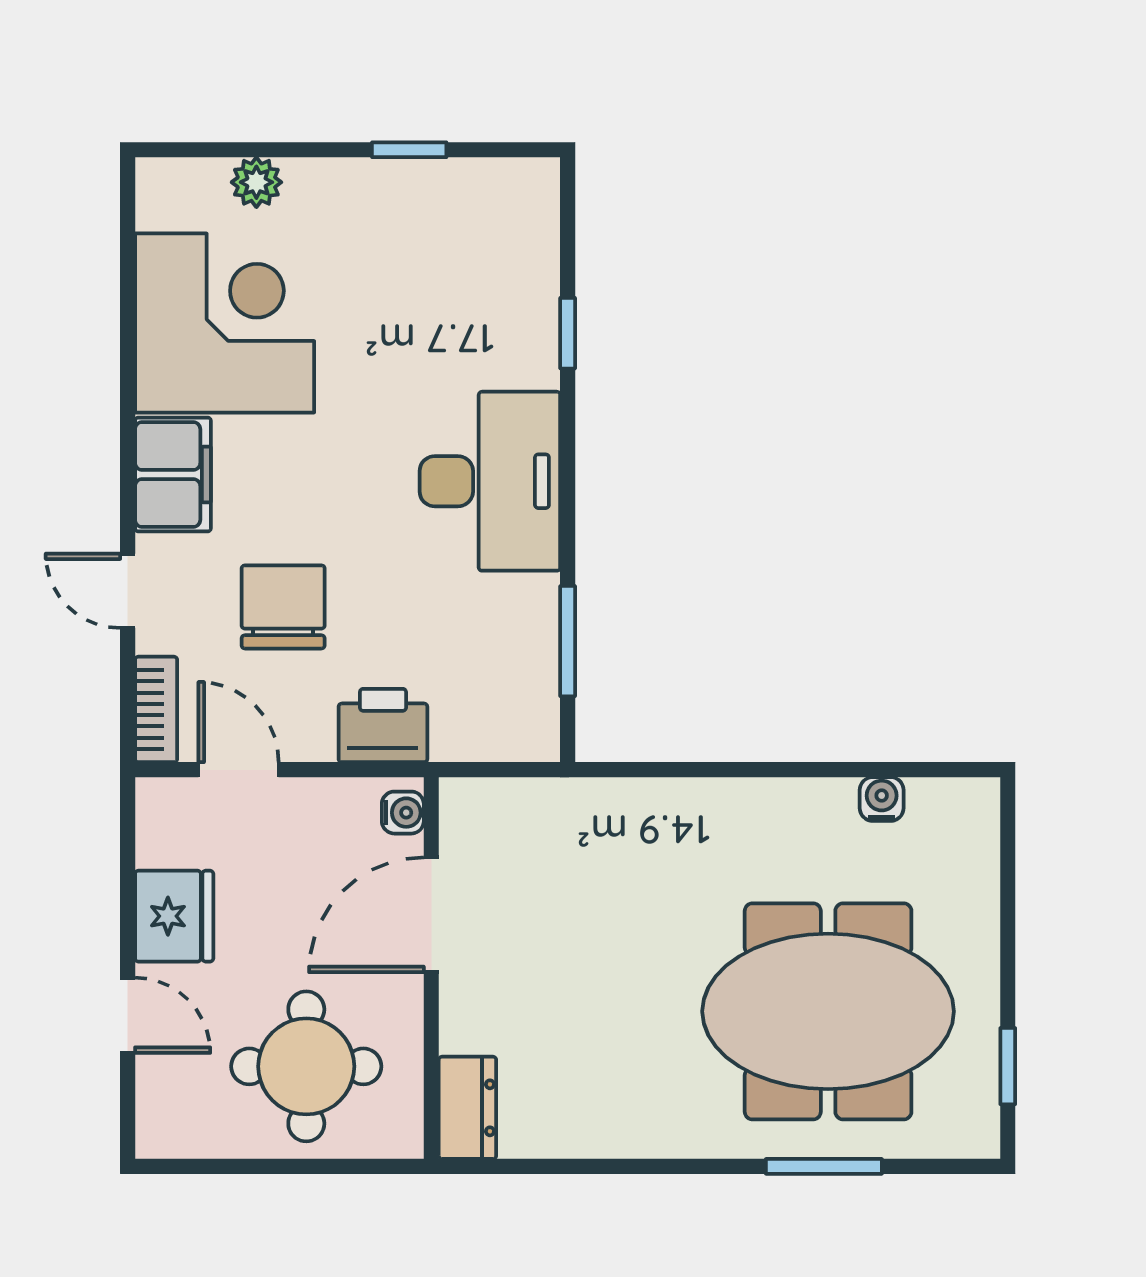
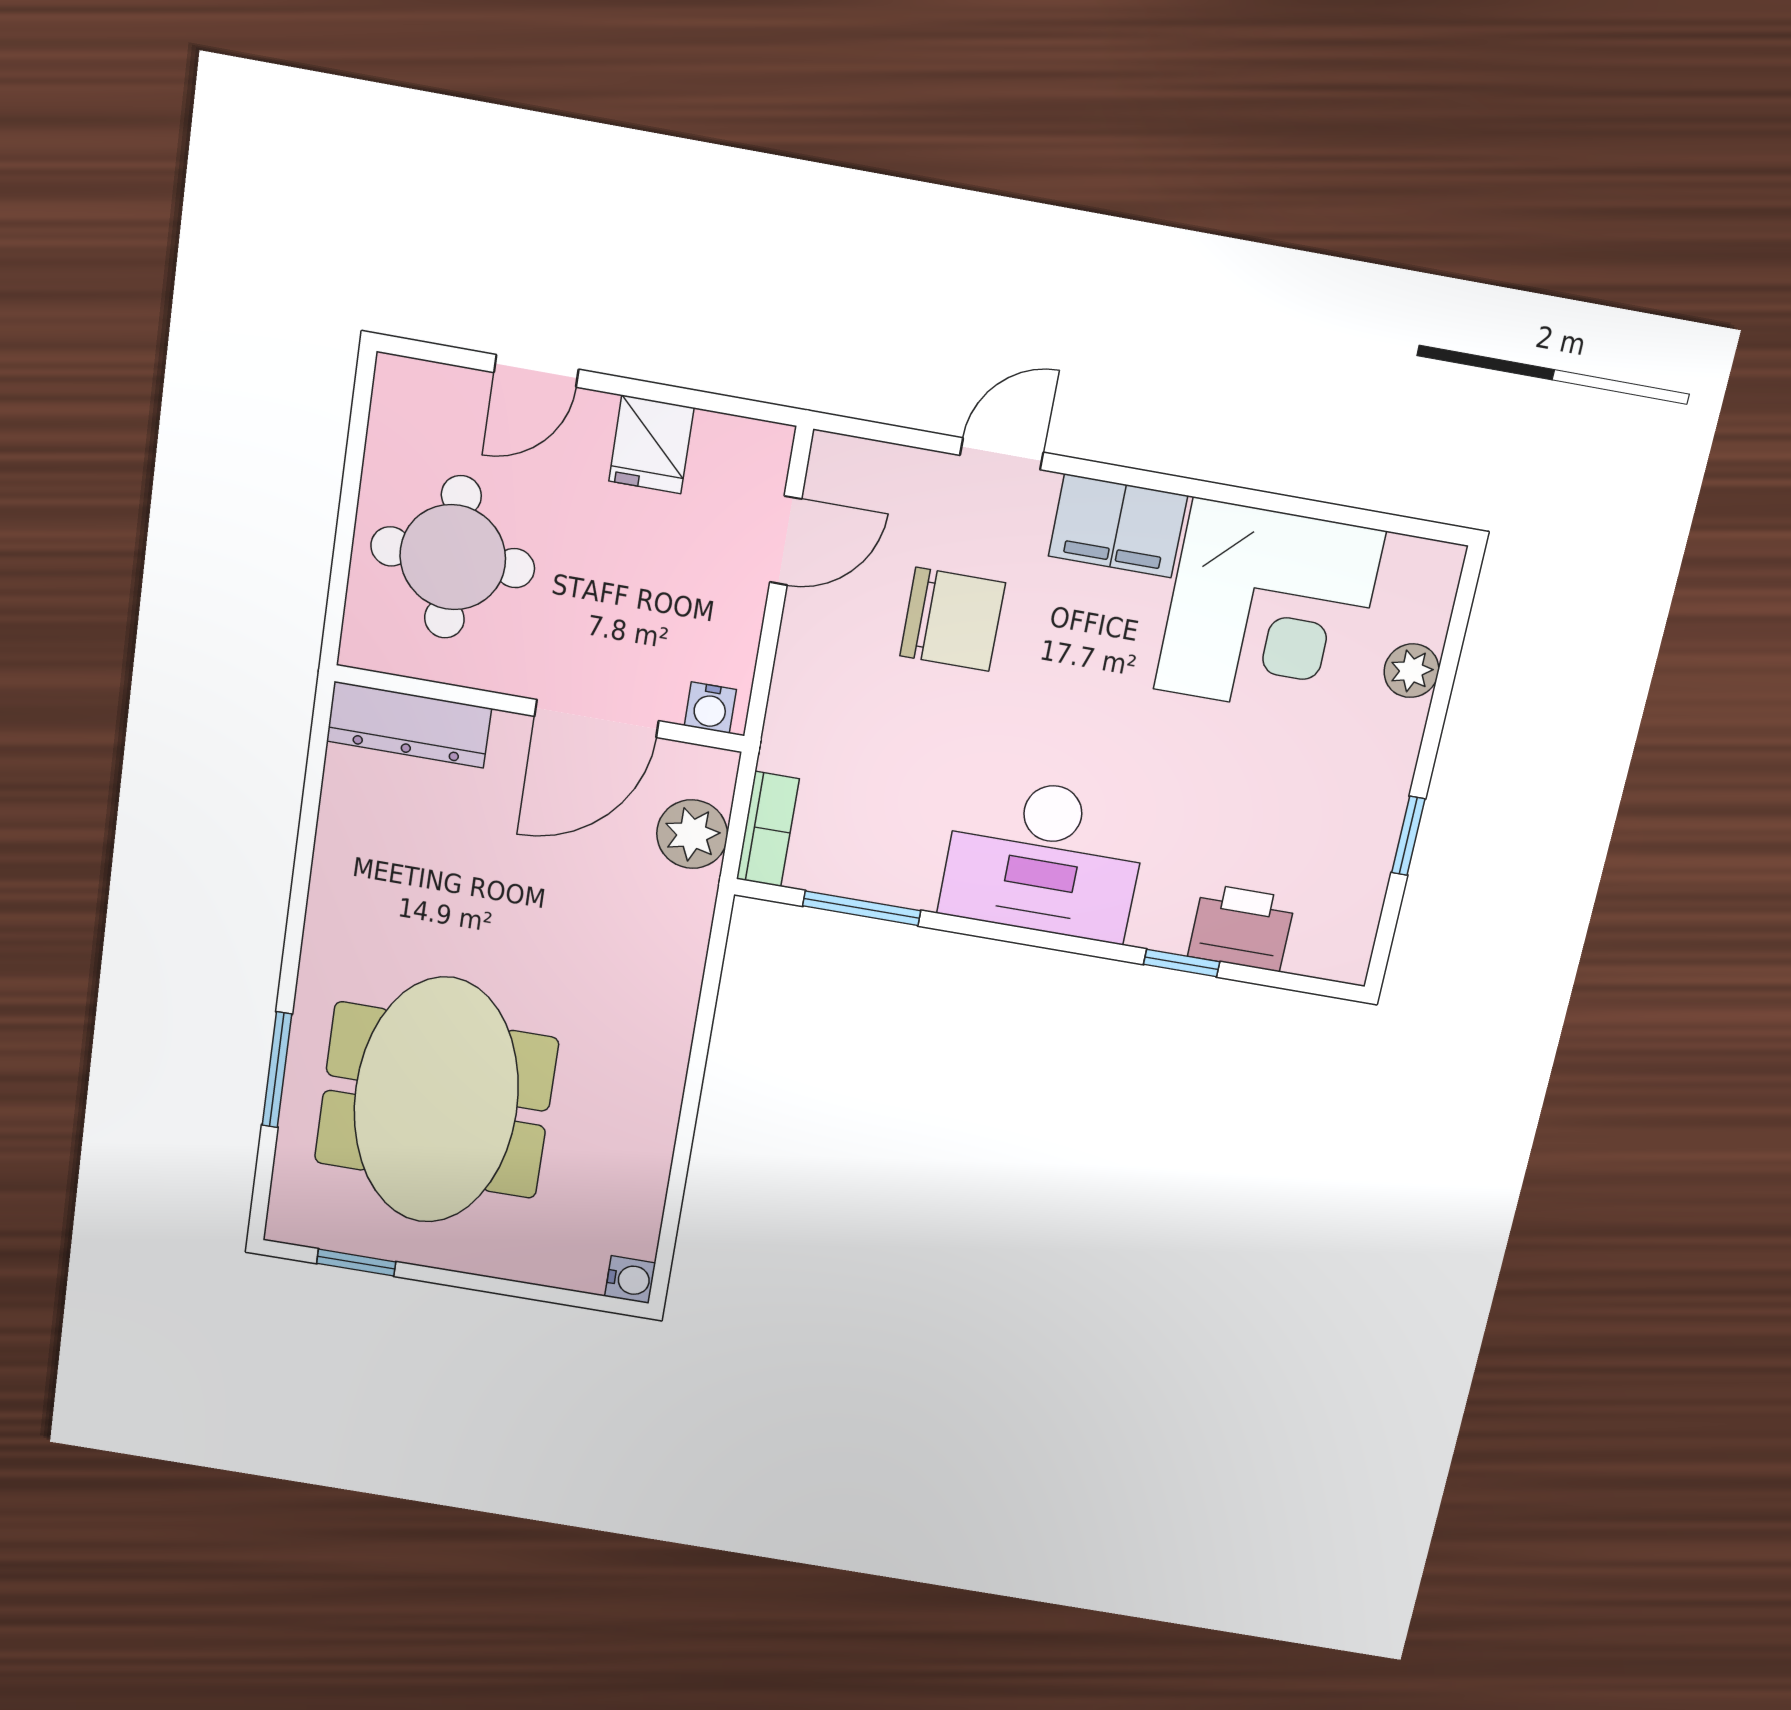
bookcase: (156, 709) -> (768, 829), moved, turned -90
printer: (383, 725) -> (1242, 927), moved, turned -90
water cooler: (882, 799) -> (630, 1280), moved
plant: (525, 810) -> (692, 834), added
door: (431, 915) -> (597, 719), swing flipped
fridge: (174, 916) -> (651, 444), width x0.72
dresser: (467, 1108) -> (409, 725), width x1.44

